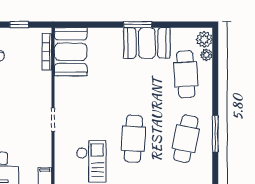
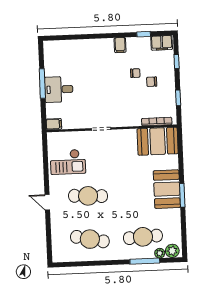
booth: (147, 43) -> (167, 189), moved
window: (215, 134) -> (145, 261), moved

